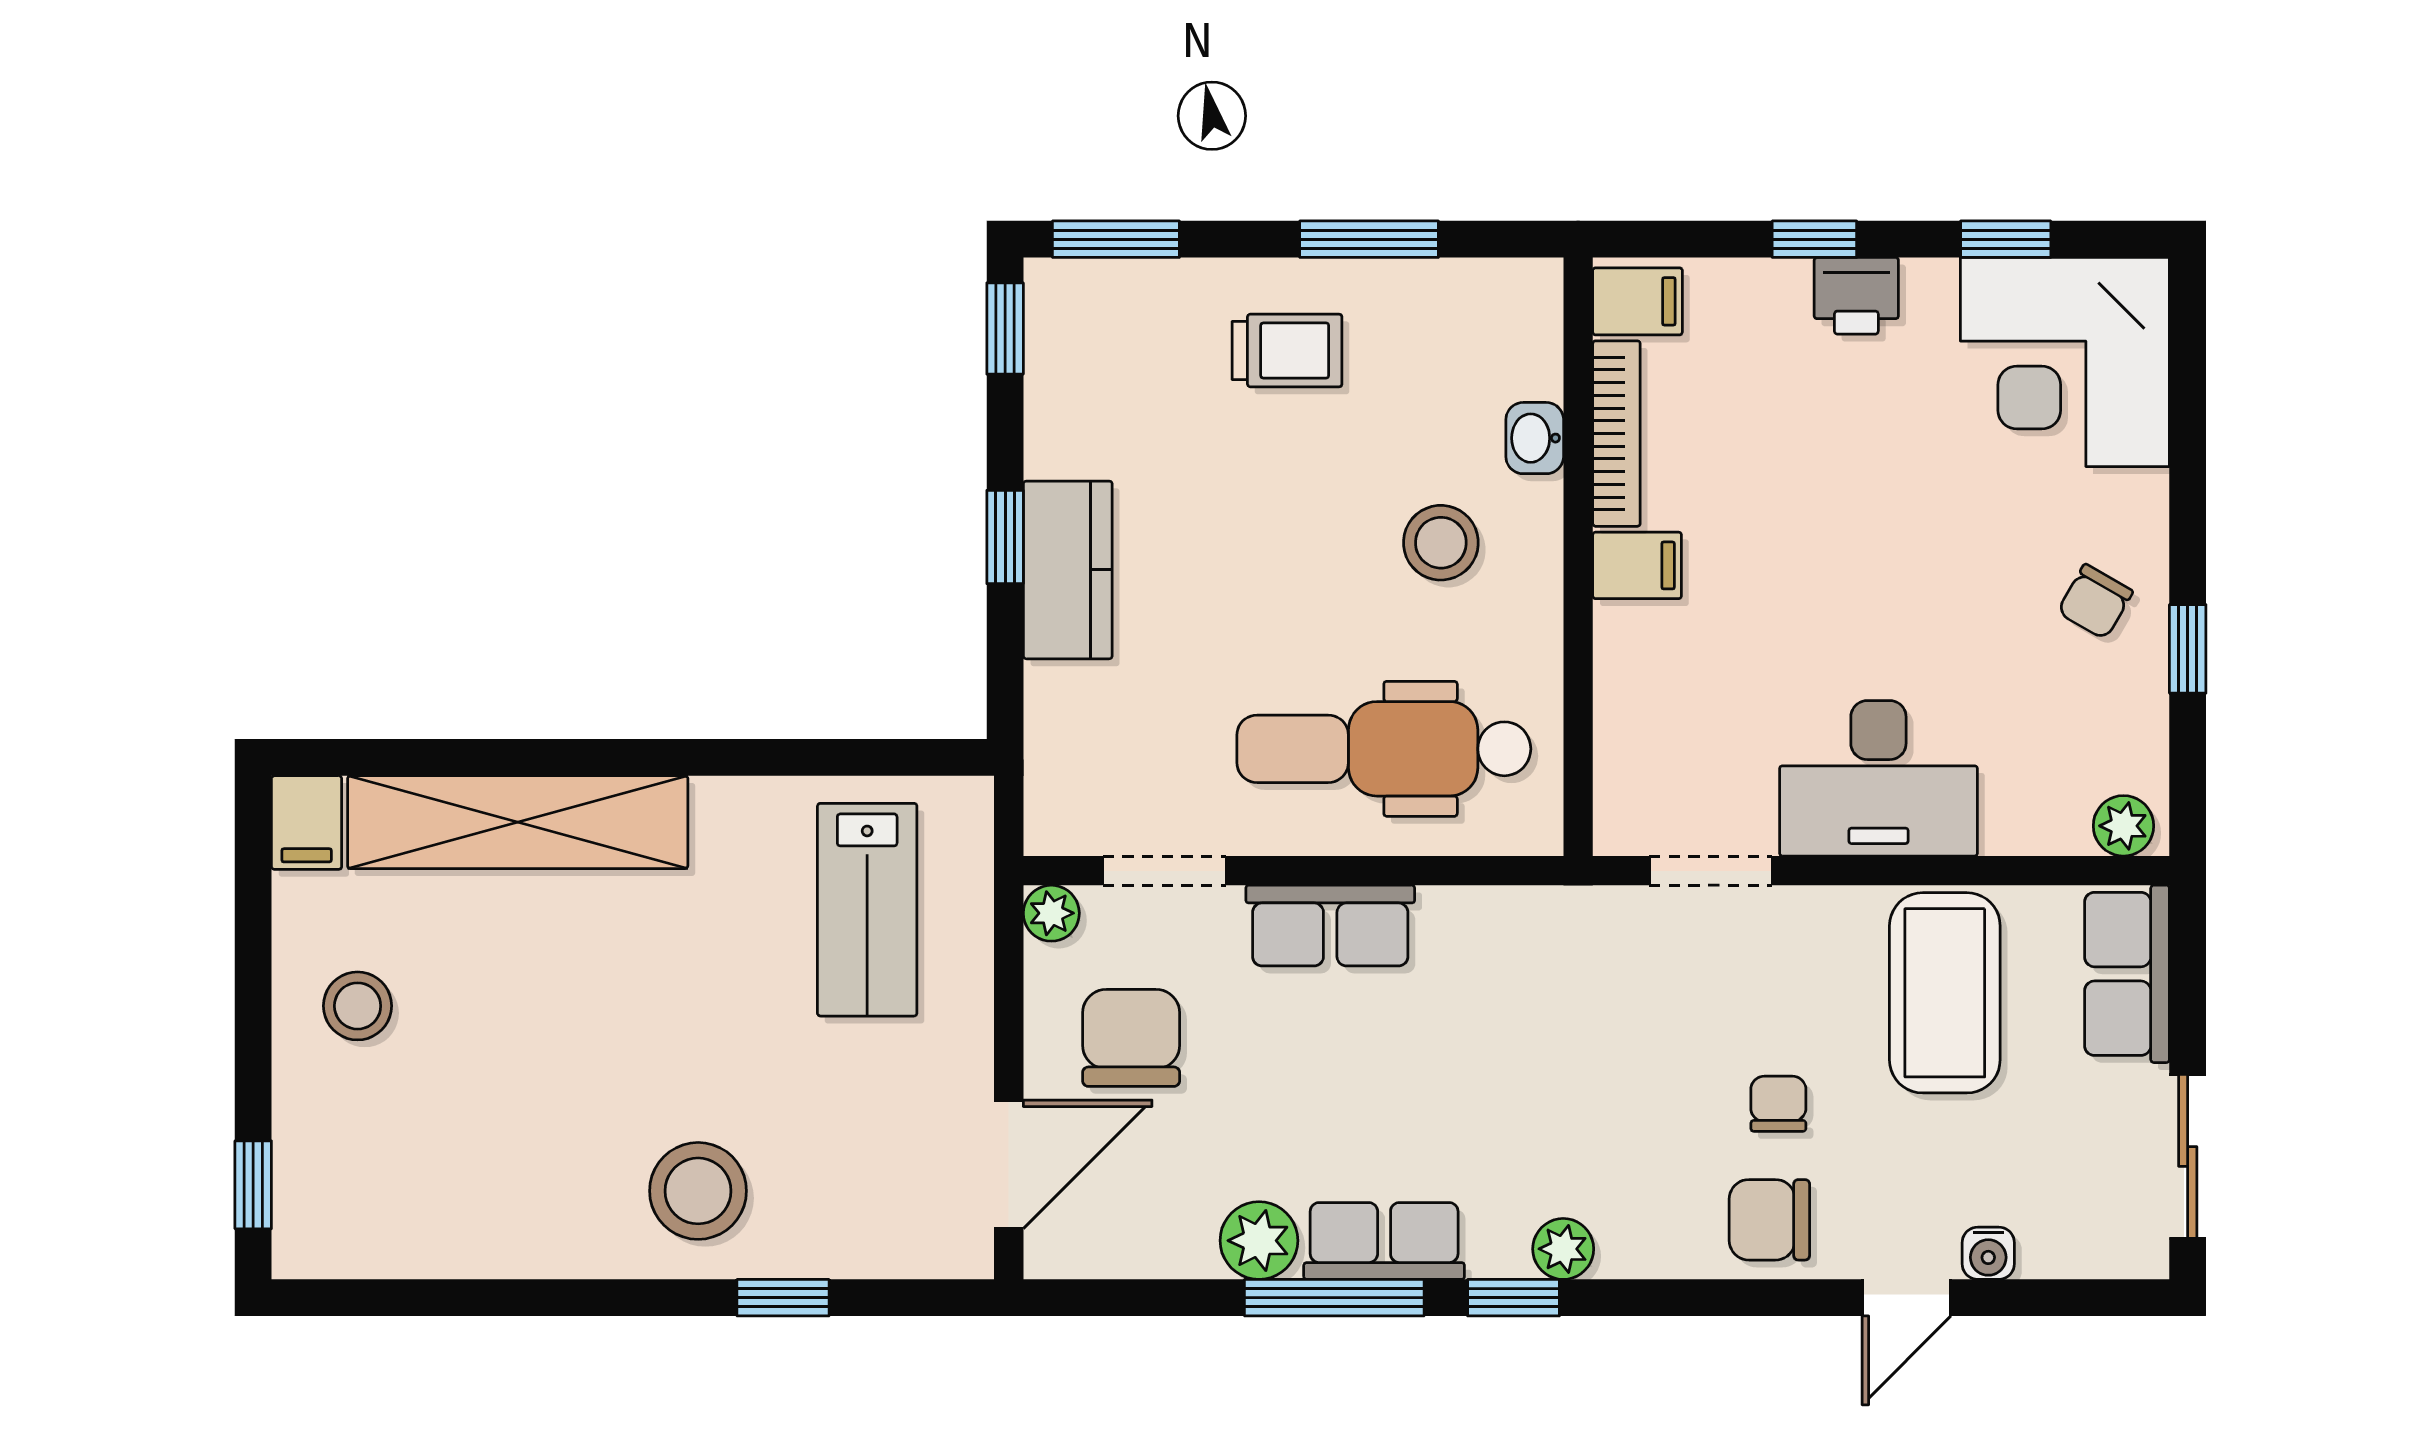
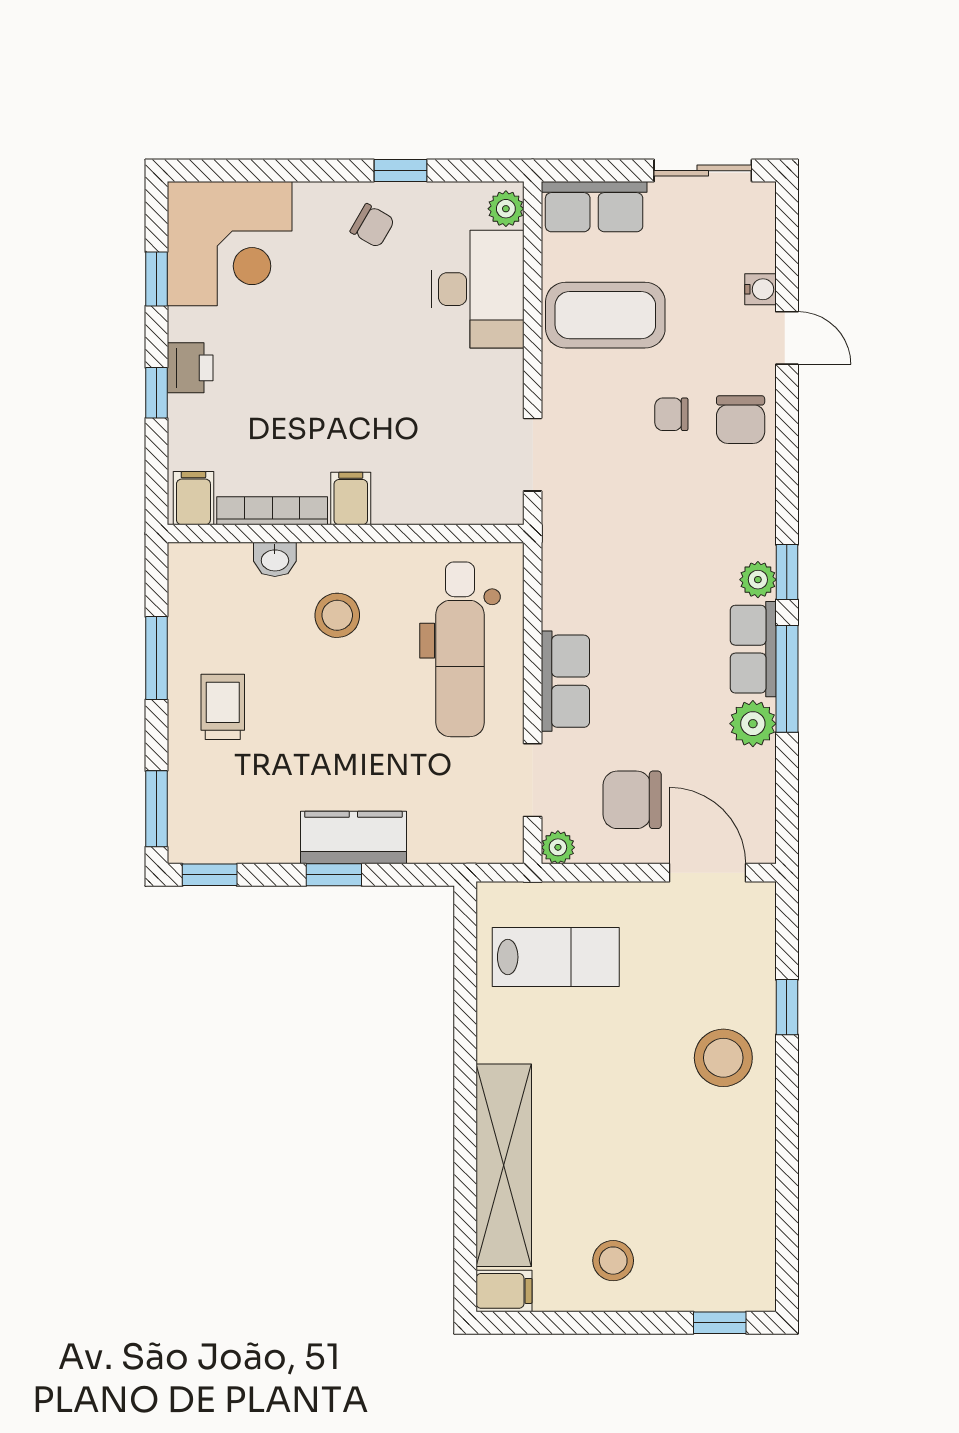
desk: (1878, 778) -> (478, 289), moved
plant: (1563, 1249) -> (758, 580), moved

